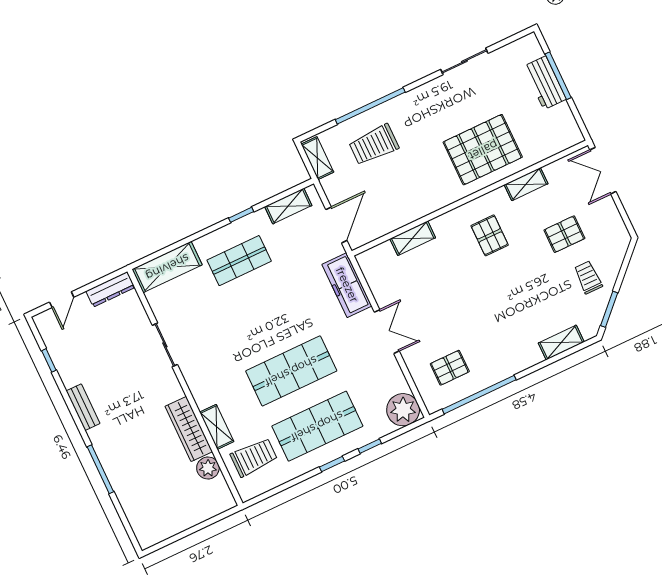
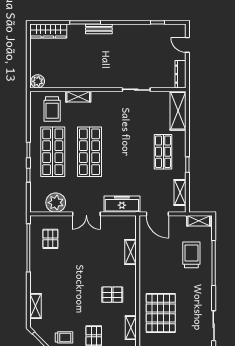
bench: (83, 407) -> (99, 29), moved
plant: (403, 410) -> (56, 203), moved
wardrobe: (189, 429) -> (48, 31), moved, turned 180
plant: (208, 468) -> (38, 81), moved

